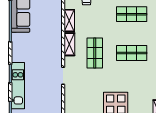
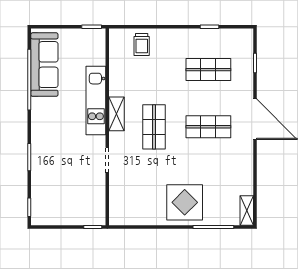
shelving: (69, 21) -> (116, 79), removed
kitchen unit: (18, 86) -> (96, 100), moved, turned 180

